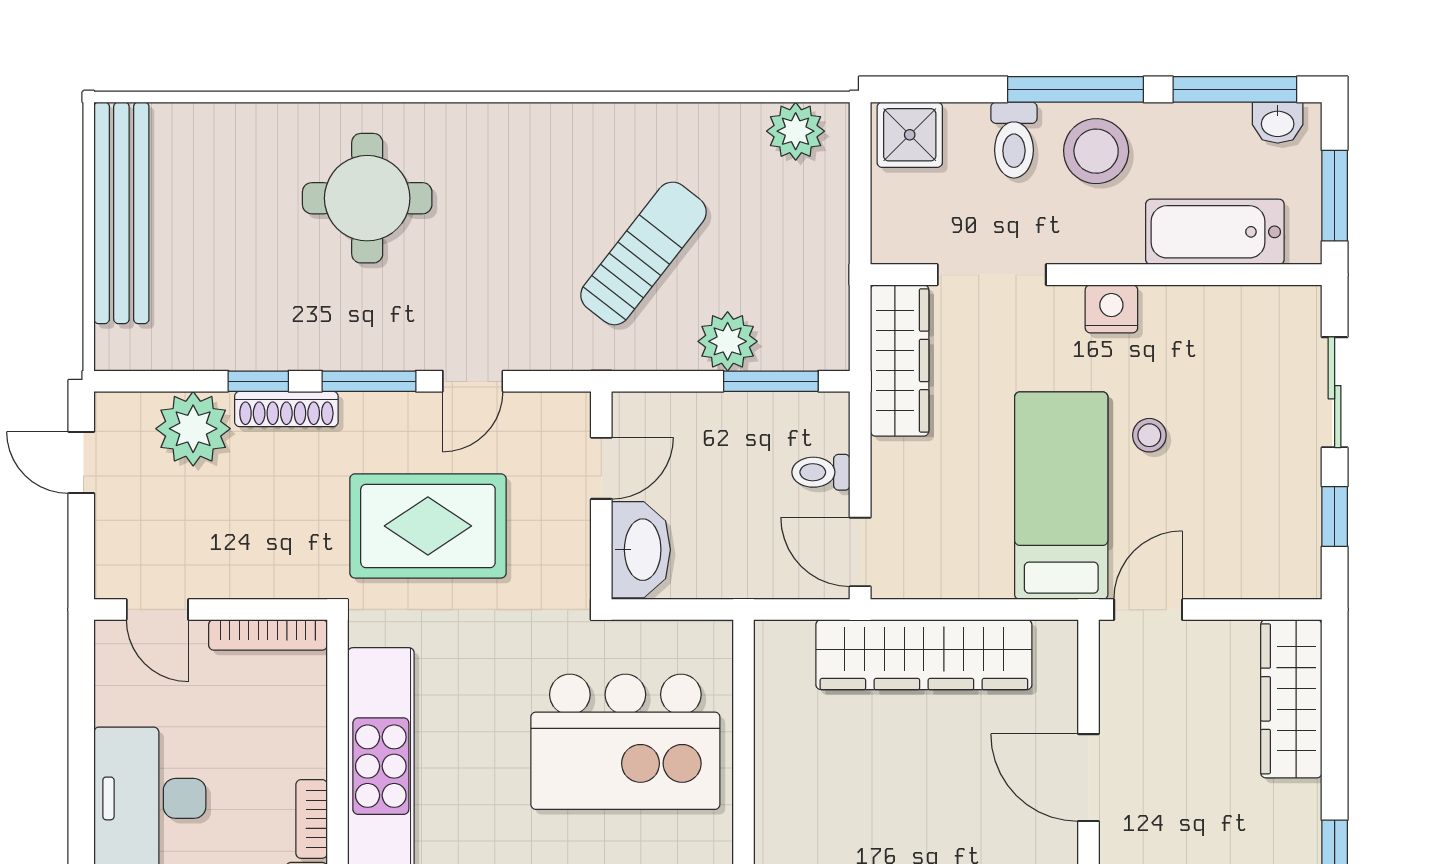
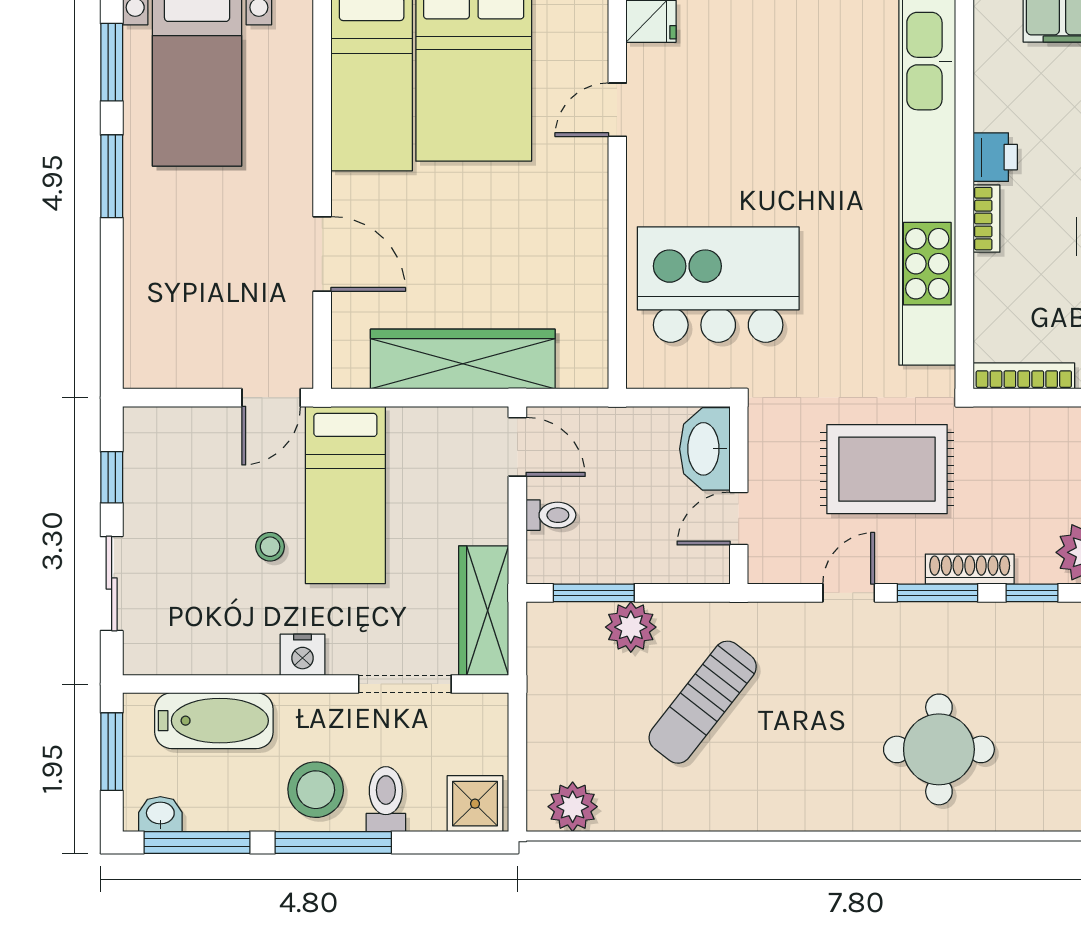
shoe rack: (286, 409) -> (970, 569), moved
wardrobe: (1291, 699) -> (149, 321), removed

